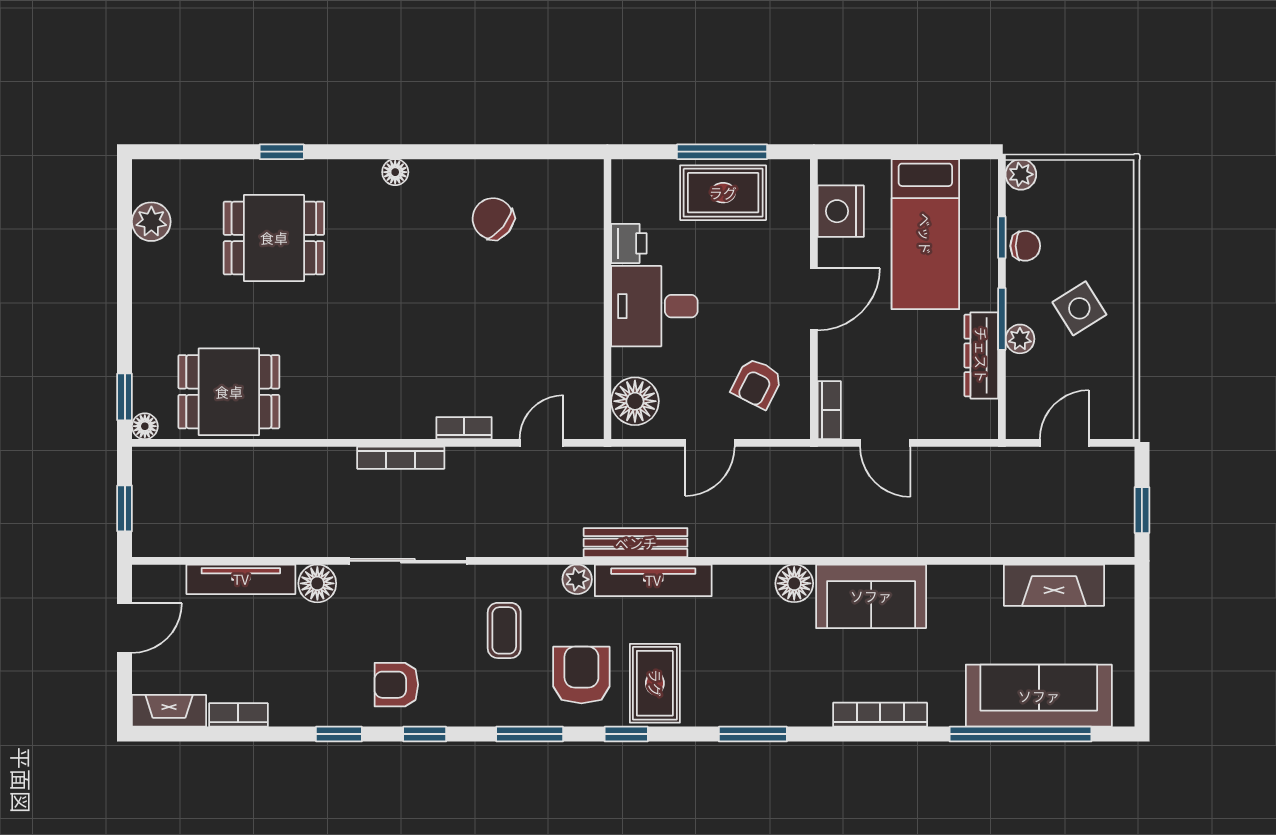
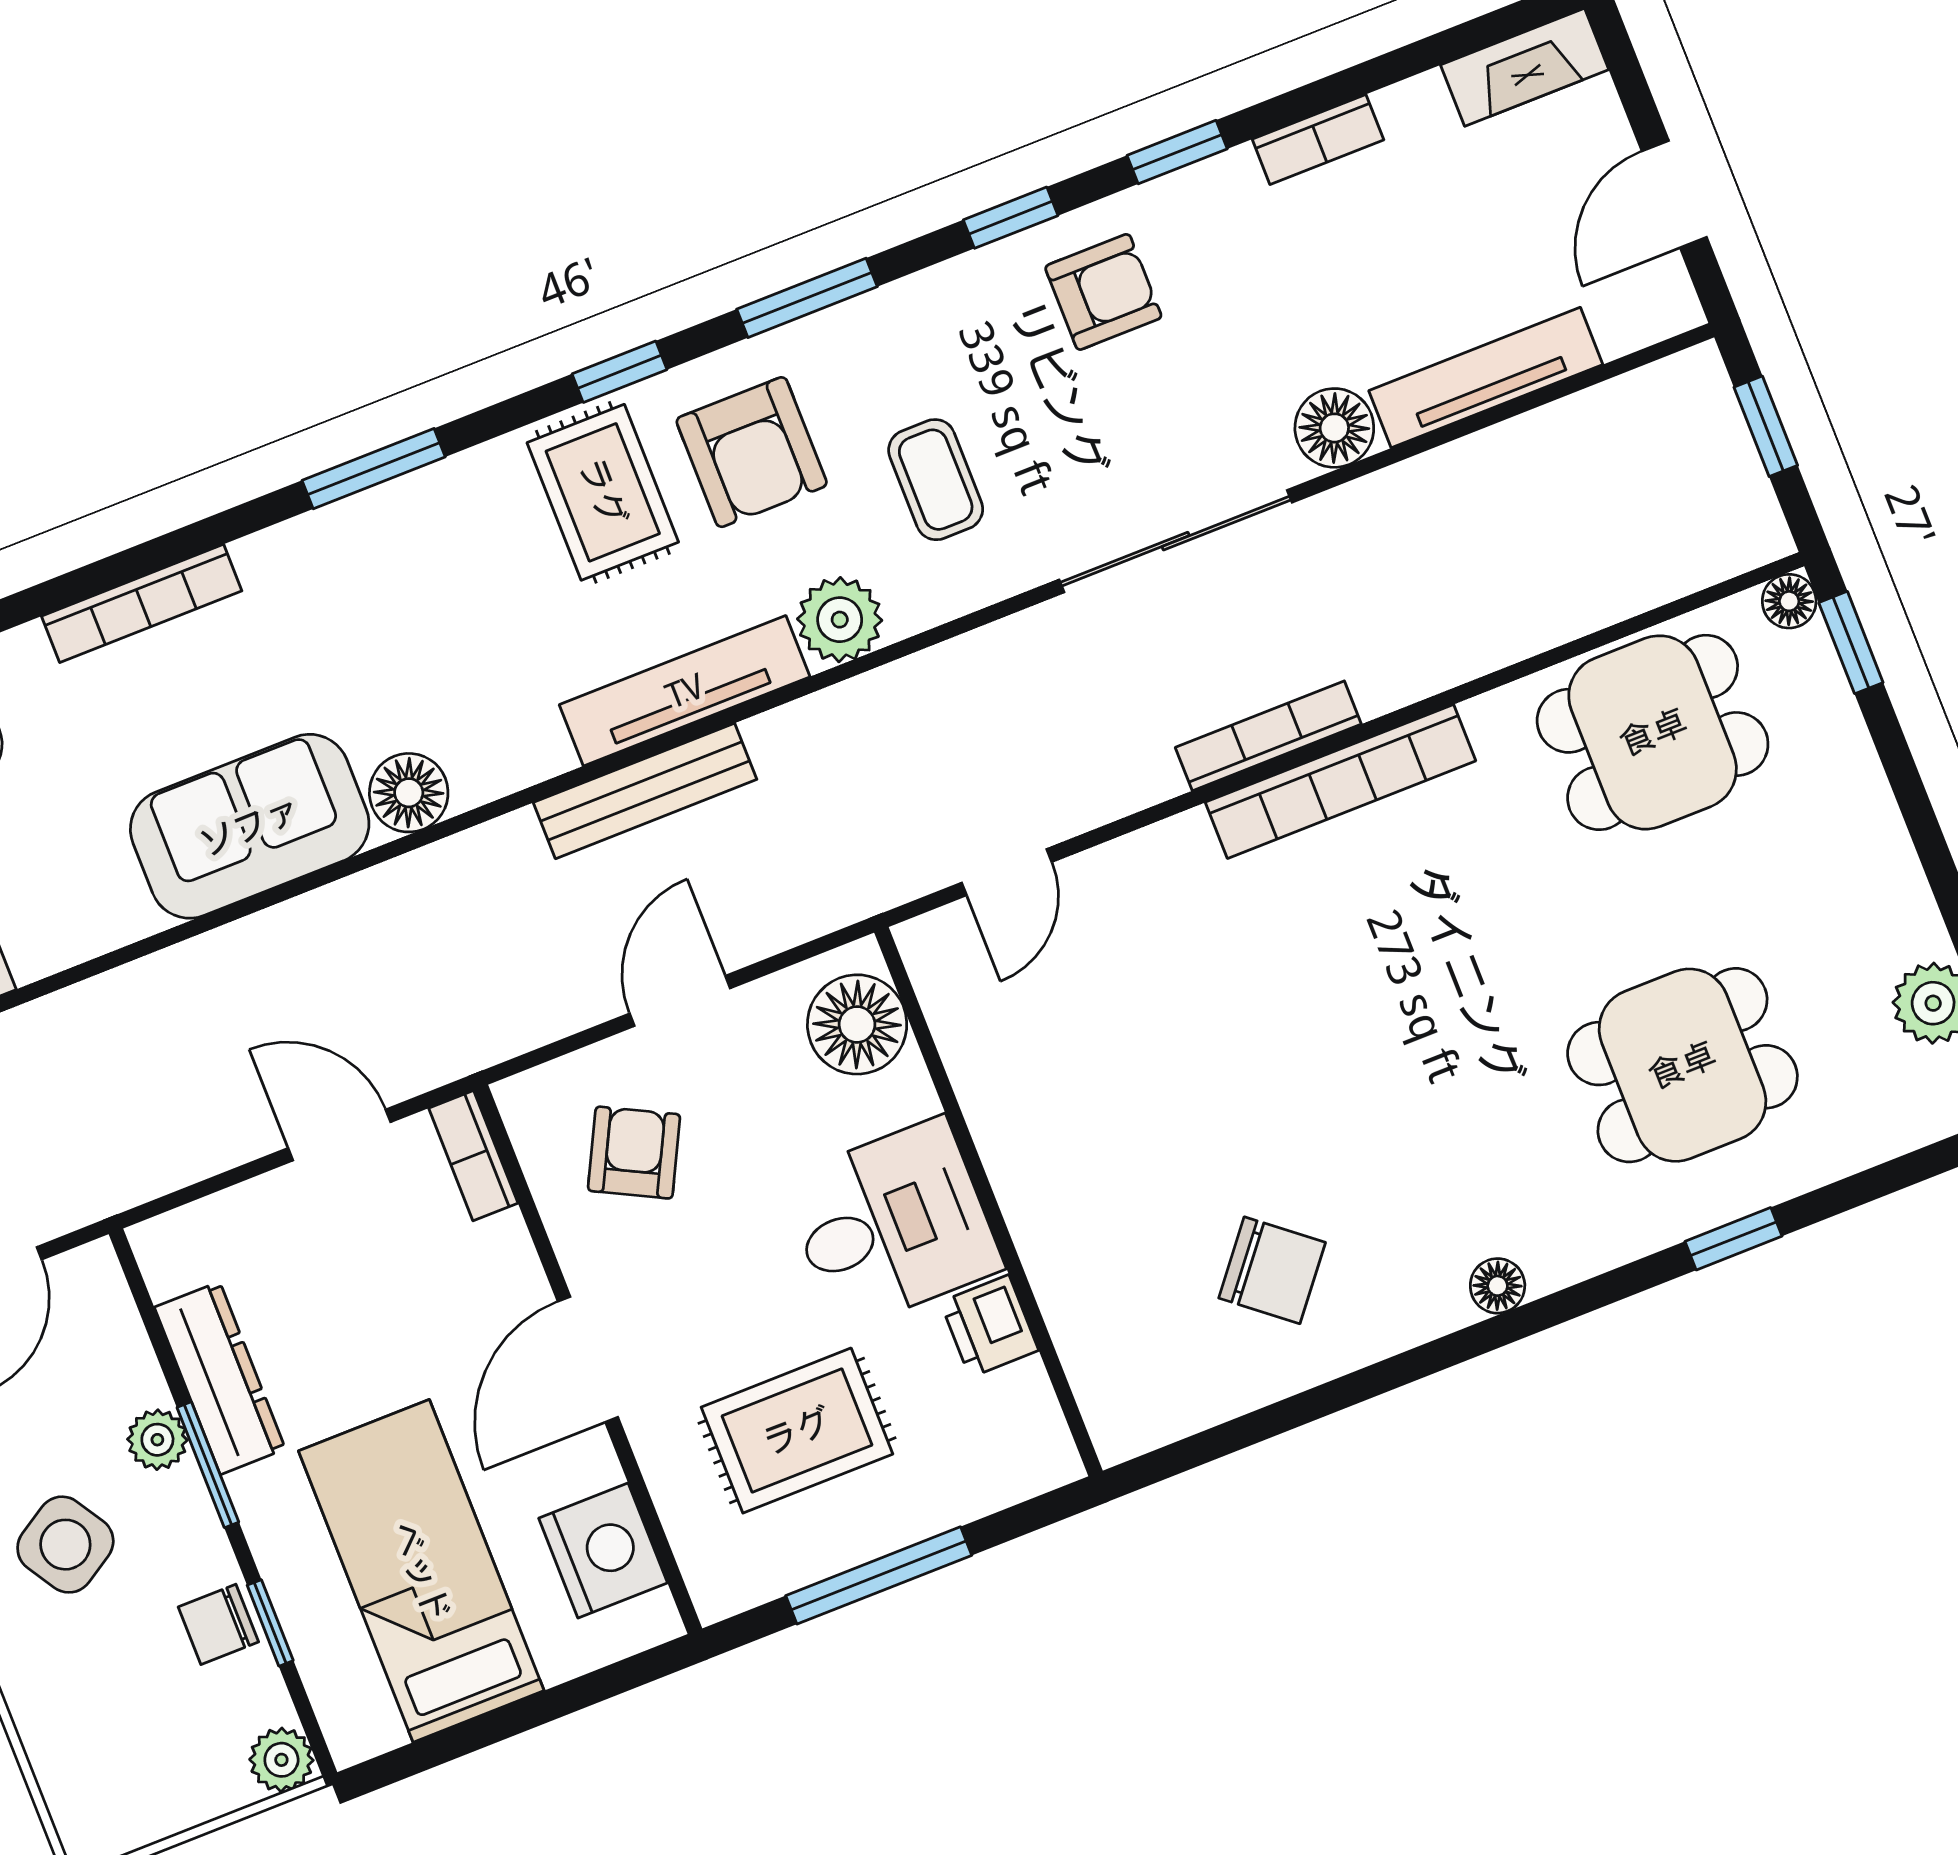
rug: (723, 193) -> (797, 1431), moved
bookcase: (464, 428) -> (1340, 781), moved, width x2.31, depth x1.31
bench: (636, 543) -> (645, 791), moved
plant: (577, 579) -> (840, 620), width x1.38, depth x1.38
bookcase: (238, 715) -> (1318, 139), moved

